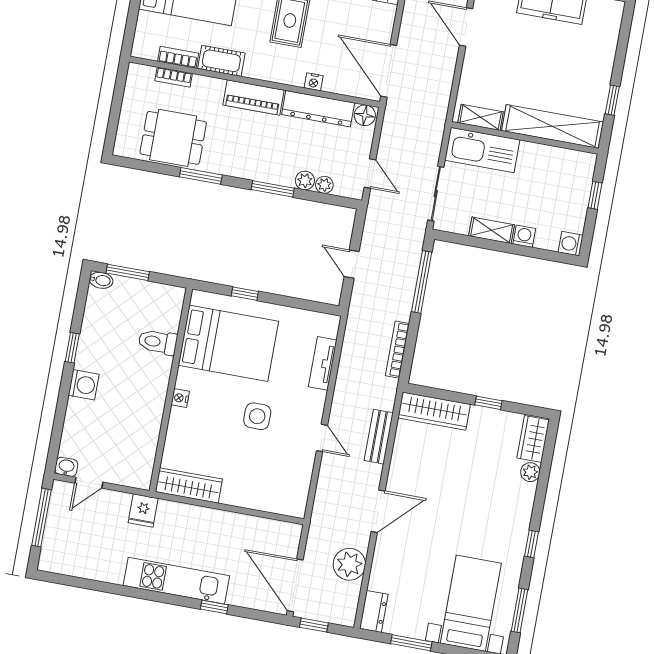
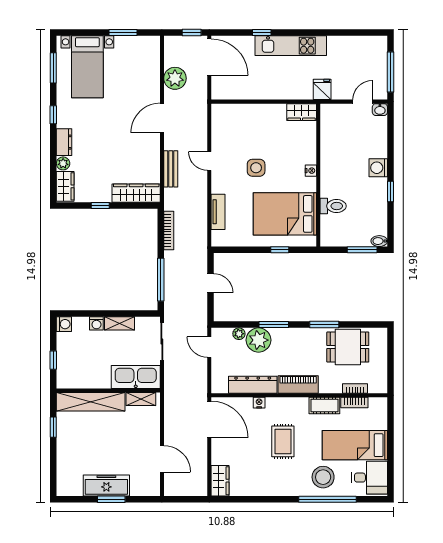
floor lamp: (365, 115) -> (220, 386), removed
plant: (305, 180) -> (258, 340), width x1.88, depth x1.88
wardrobe: (189, 485) -> (302, 112), width x0.67
dresser: (374, 611) -> (64, 142), moved, turned 180

